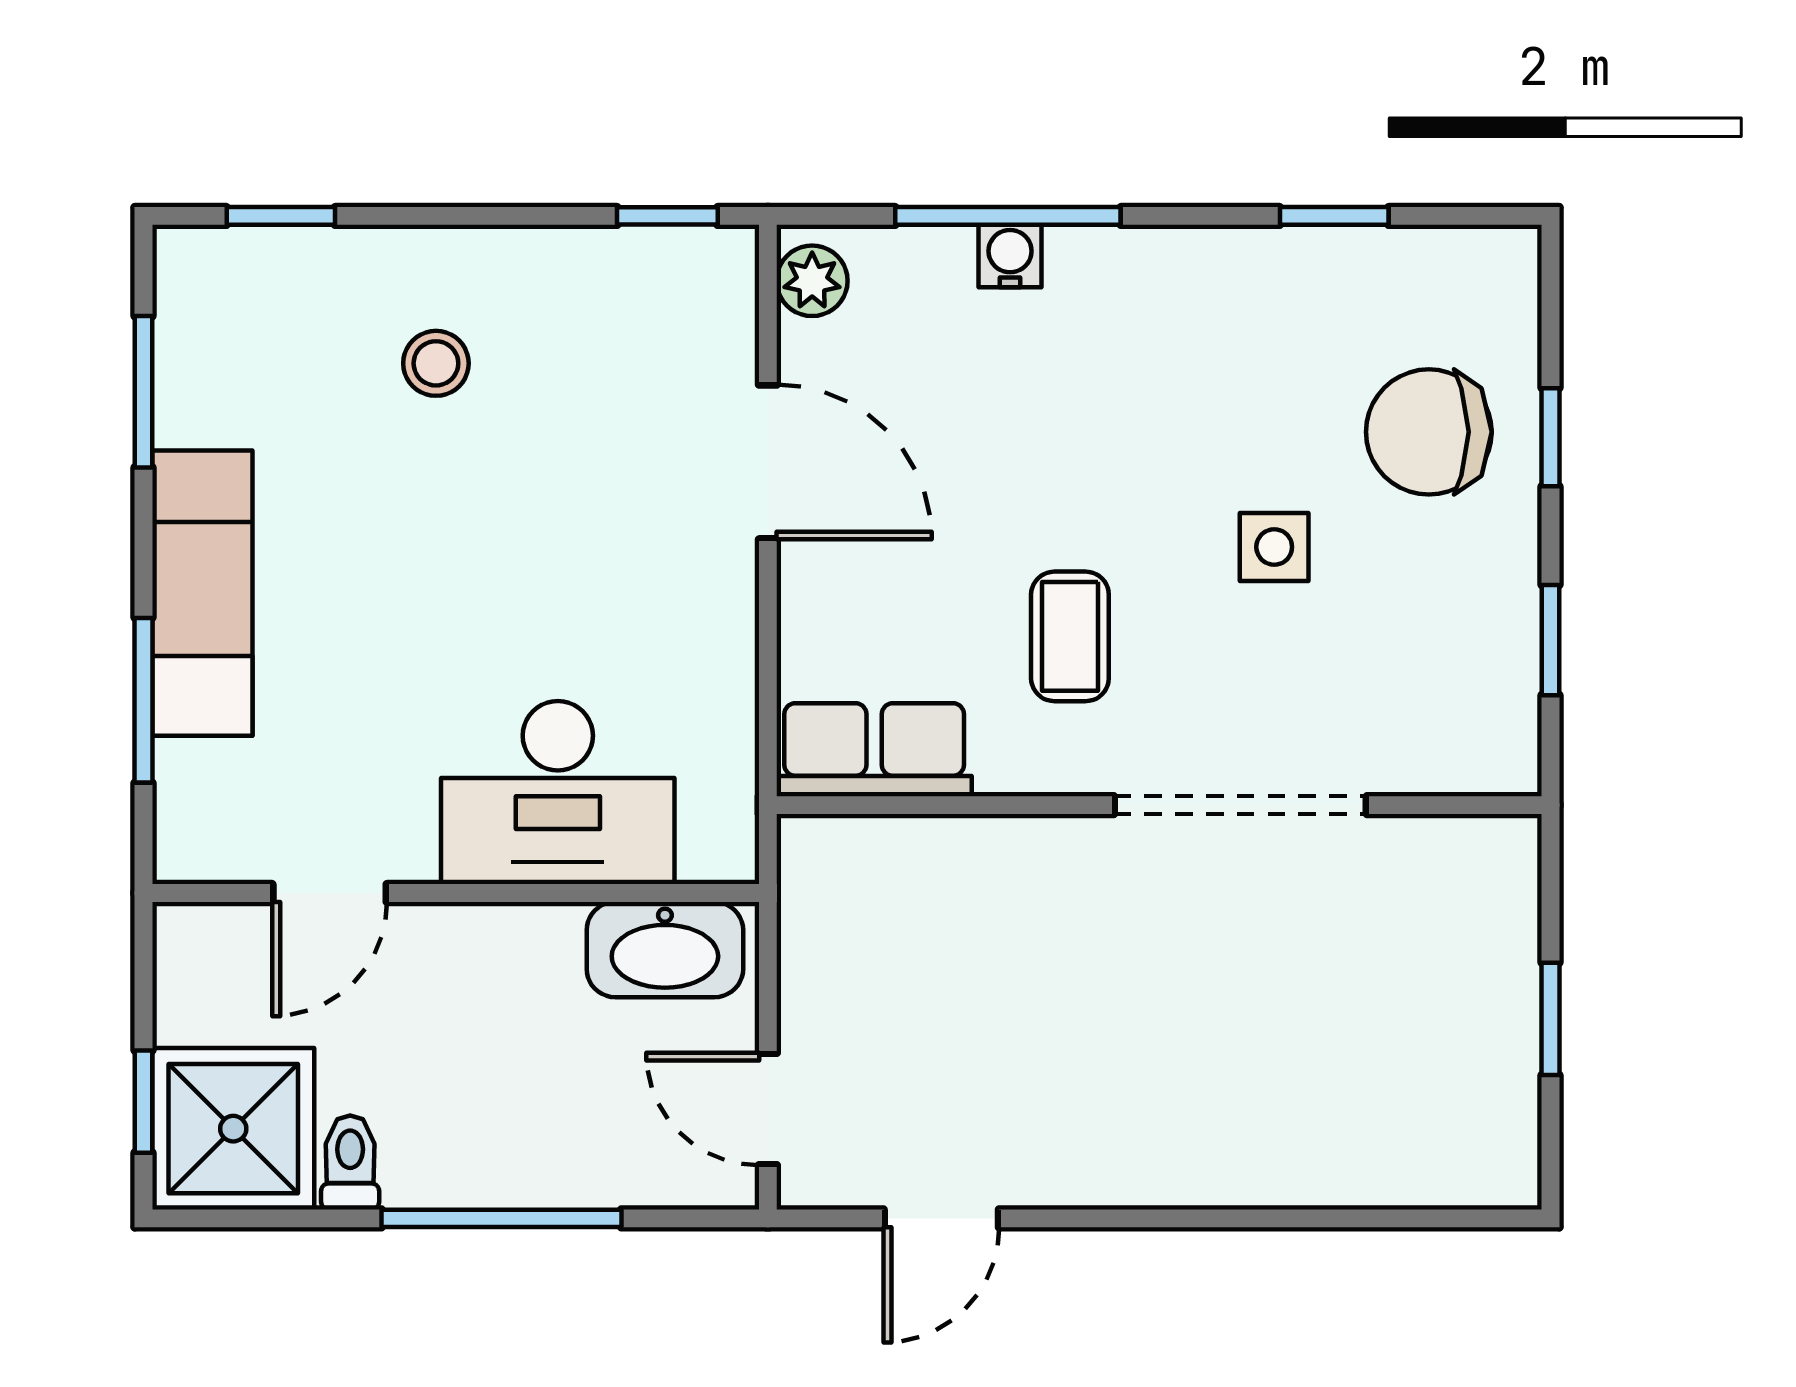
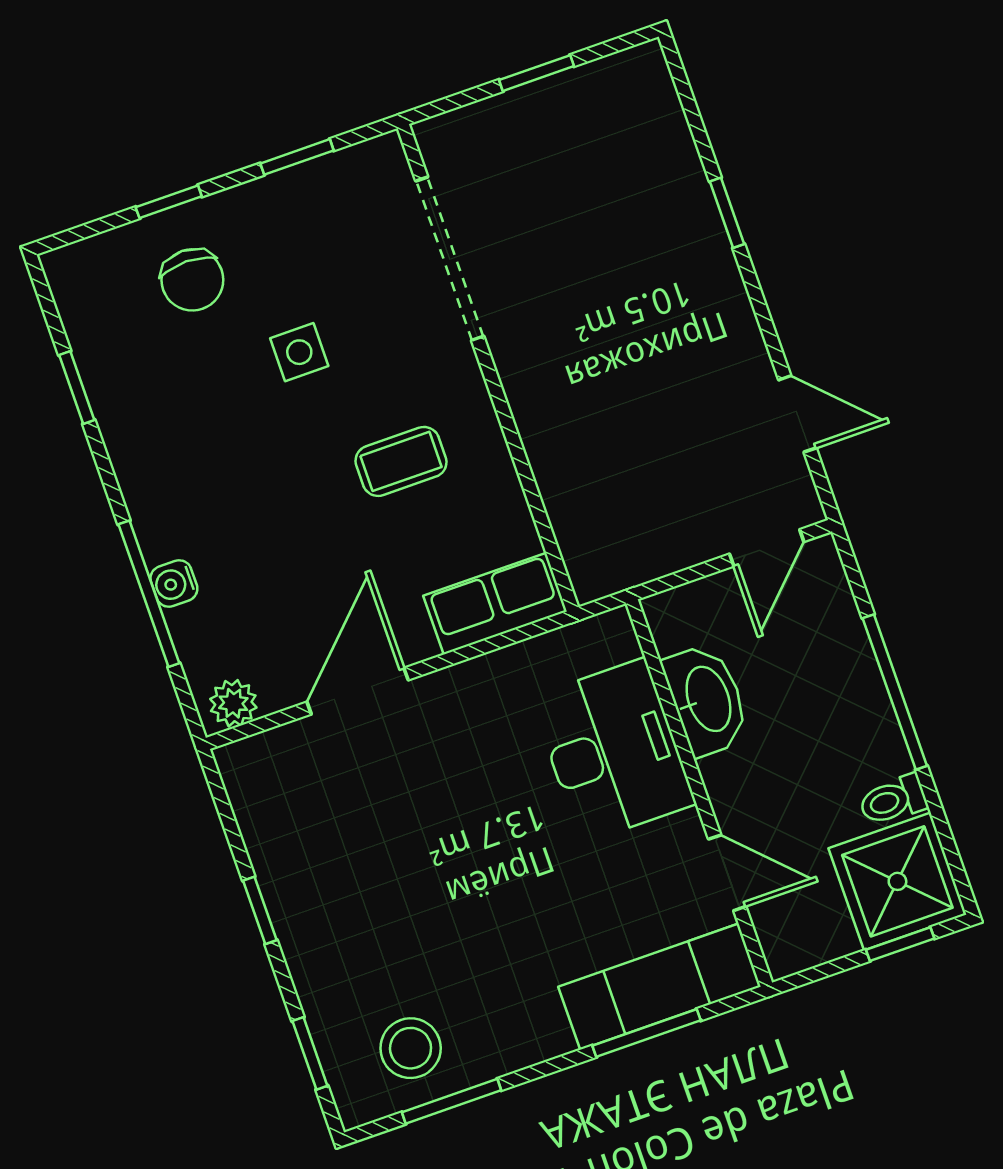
window: (667, 216) -> (260, 910), moved
stool: (436, 363) -> (411, 1048), moved, width x1.37, depth x1.37
chair: (1429, 432) -> (192, 280), width x0.73, depth x0.73
exam couch: (202, 593) -> (660, 987), moved
row of seats: (874, 750) -> (495, 604), moved, turned 90
doorway: (1240, 805) -> (450, 259), moved
washbasin: (665, 950) -> (707, 700), moved
window: (1260, 1218) -> (727, 213), added

